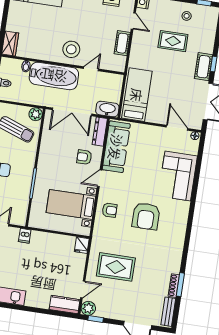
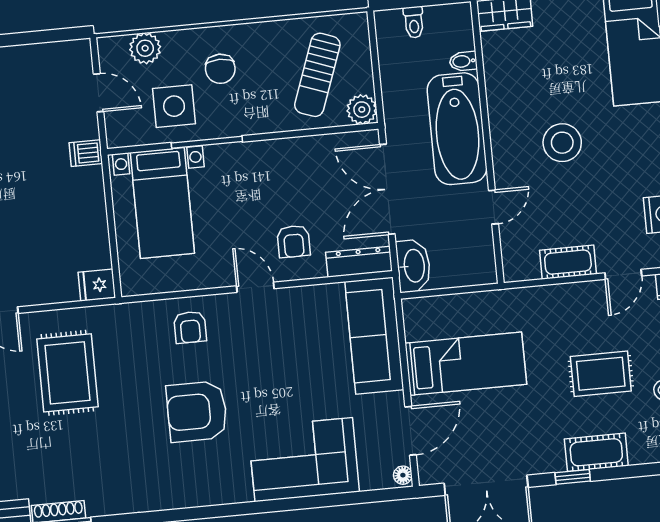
rug: (173, 41) -> (601, 374), turned 90
stool: (71, 49) -> (562, 143), moved
cot: (203, 67) -> (596, 452), moved
door: (91, 69) -> (493, 207), hinge flipped
bed: (137, 95) -> (466, 364), moved
sofa: (116, 147) -> (374, 336), moved, turned 90
armchair: (84, 157) -> (294, 241), turned 180
side table: (14, 193) -> (174, 106), added
bed with nightstands: (71, 204) -> (162, 203), moved, turned 180

